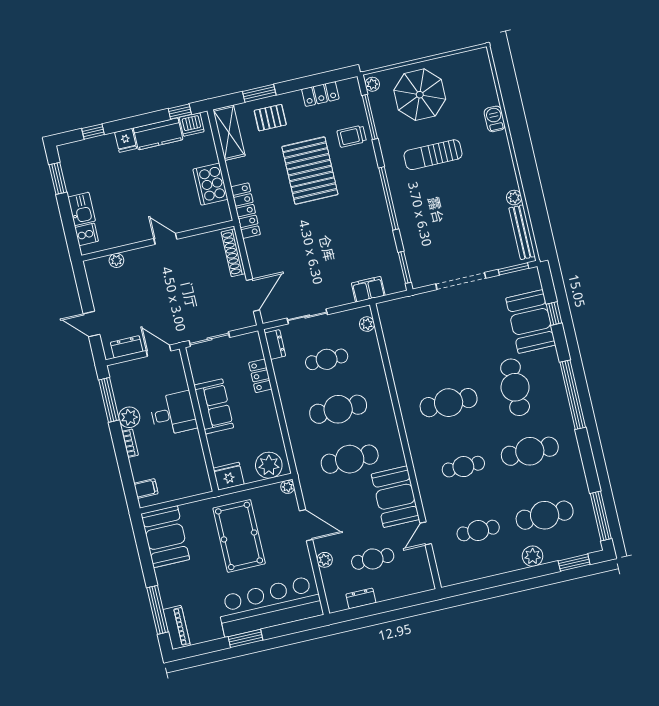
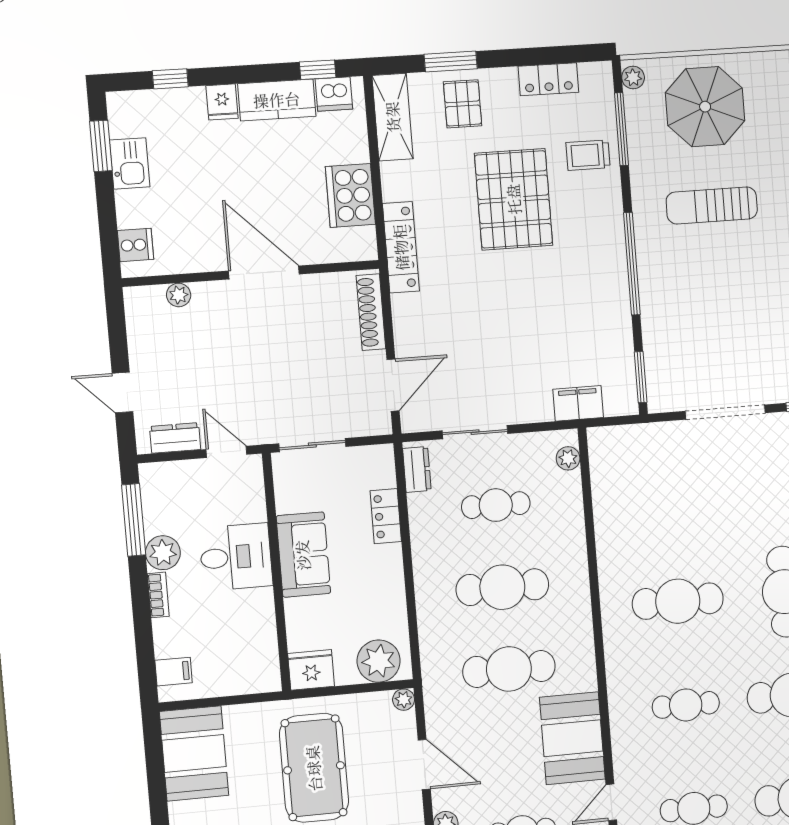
pallet: (270, 118) -> (463, 104), turned 90
kitchen sink: (82, 209) -> (130, 163), moved
door: (165, 239) -> (264, 273), width x1.88

